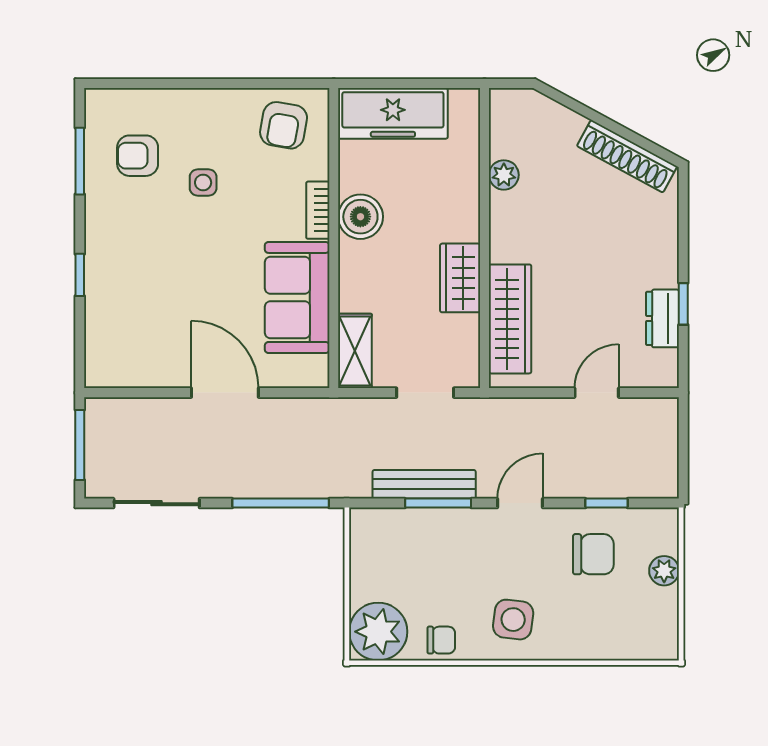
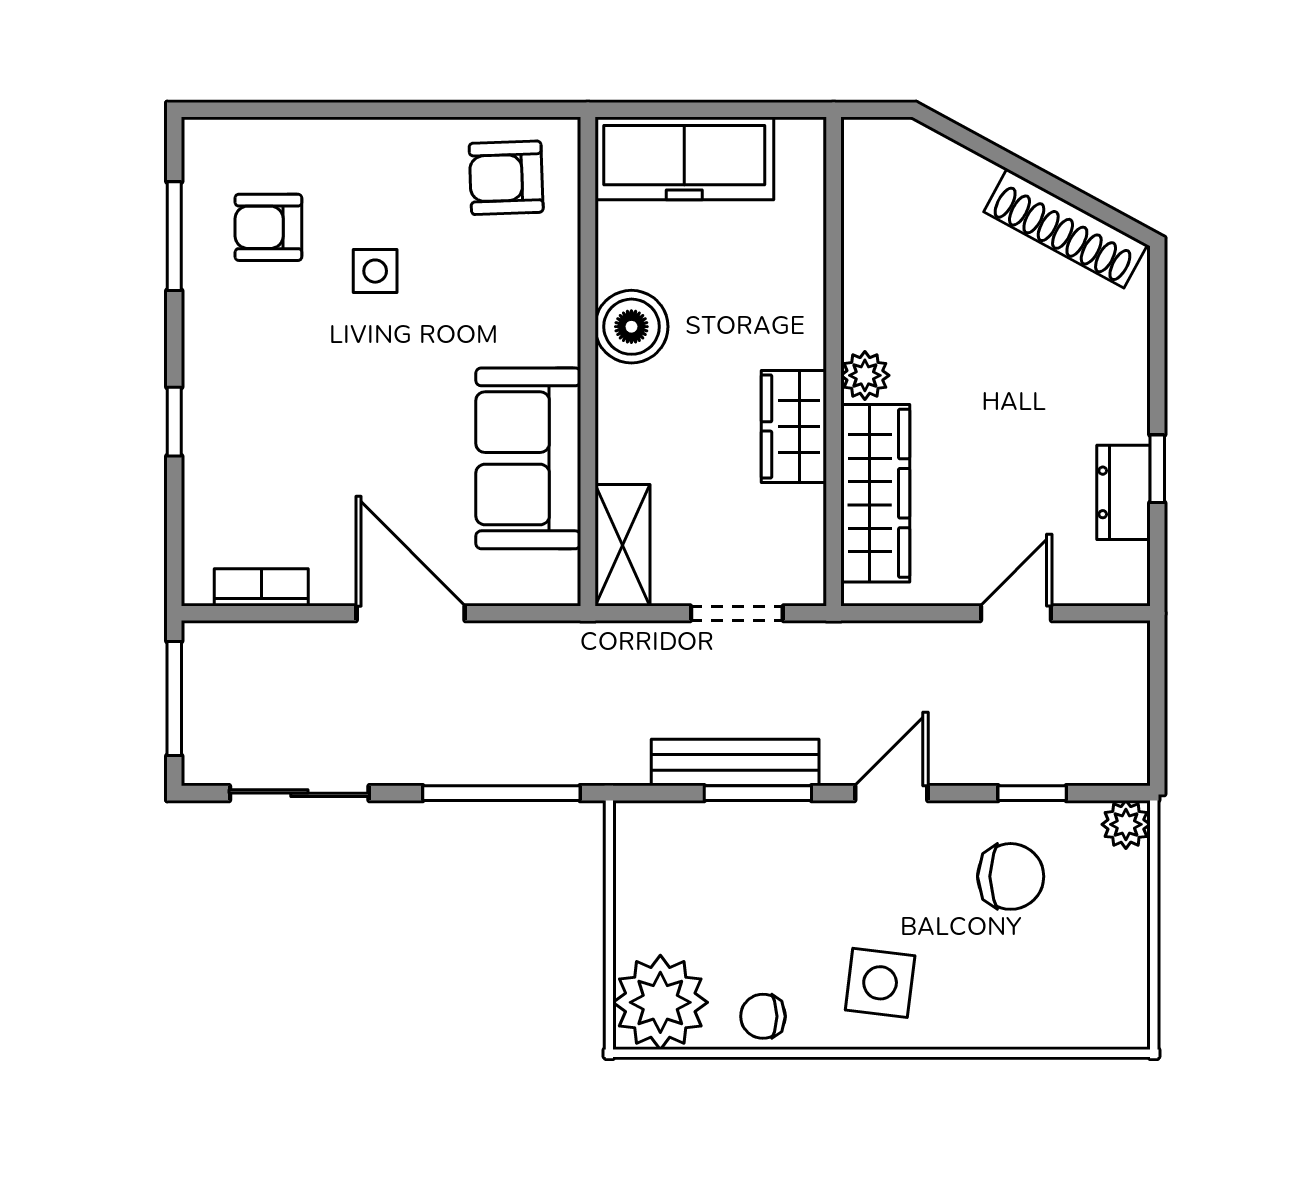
armchair: (284, 125) -> (506, 178), turned 78
plant: (504, 175) -> (865, 375), moved
bookcase: (318, 210) -> (261, 587), moved, turned 90
plant: (664, 571) -> (1126, 824), moved
chair: (441, 640) -> (763, 1016), turned 180

